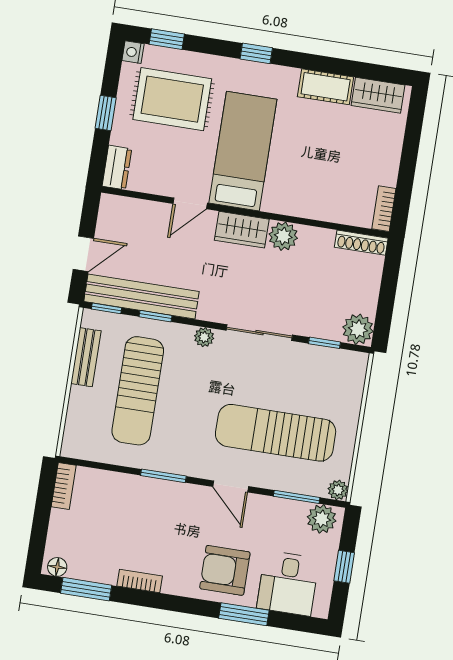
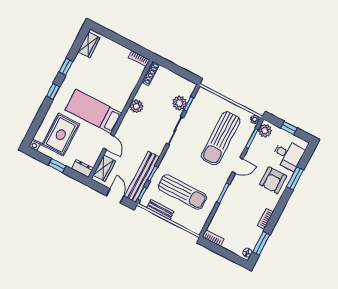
window: (167, 39) -> (66, 67), moved
cot: (326, 87) -> (78, 66), removed
wardrobe: (242, 230) -> (104, 168), moved
plant: (358, 329) -> (180, 103), moved
plant: (204, 337) -> (169, 155), removed

